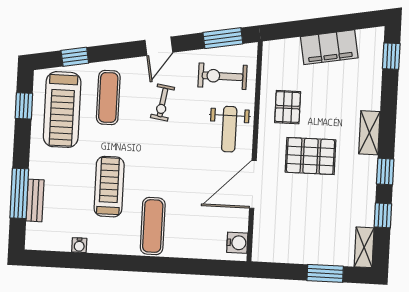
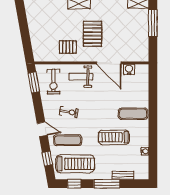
door: (159, 46) -> (42, 129), moved
filing cabinet: (329, 47) -> (36, 27), removed
weight bench: (229, 129) -> (81, 77), turned 180
window: (19, 193) -> (107, 184), moved
water cooler: (237, 243) -> (129, 69), moved
window: (325, 273) -> (153, 23), width x1.44

